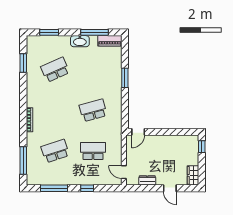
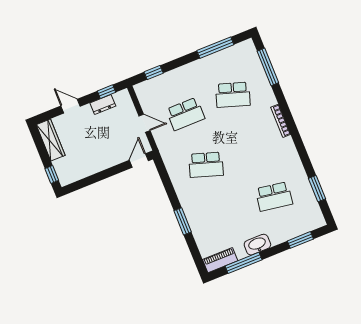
school desk: (55, 70) -> (274, 196), turned 33
school desk: (93, 110) -> (206, 165), turned 33
school desk: (55, 151) -> (233, 95), turned 36
door: (124, 172) -> (144, 123), moved
wardrobe: (193, 175) -> (51, 140), width x1.50
window: (87, 188) -> (154, 73), moved
window: (141, 188) -> (107, 92), added

